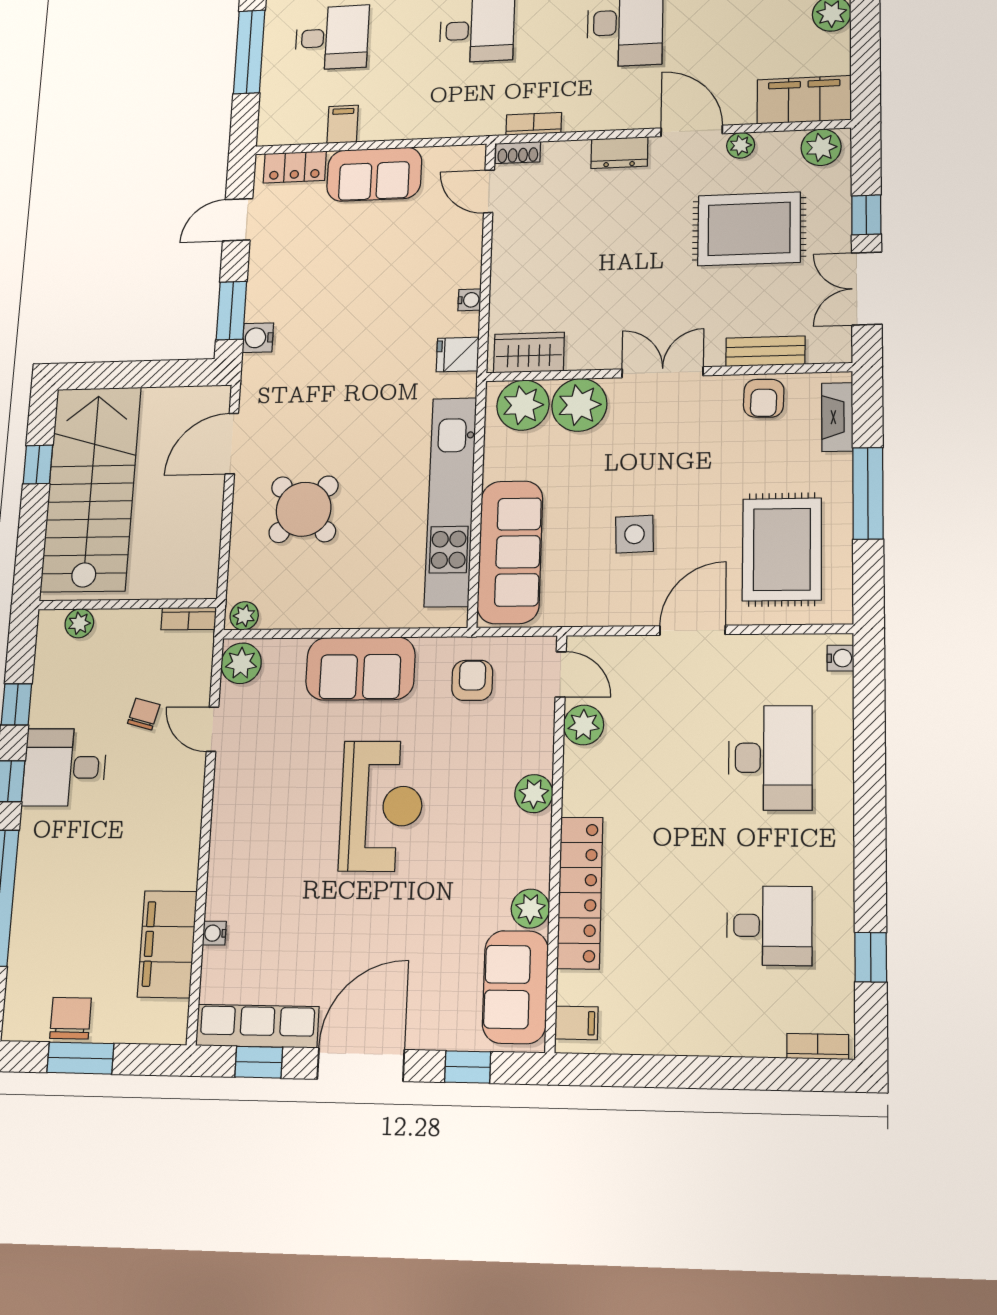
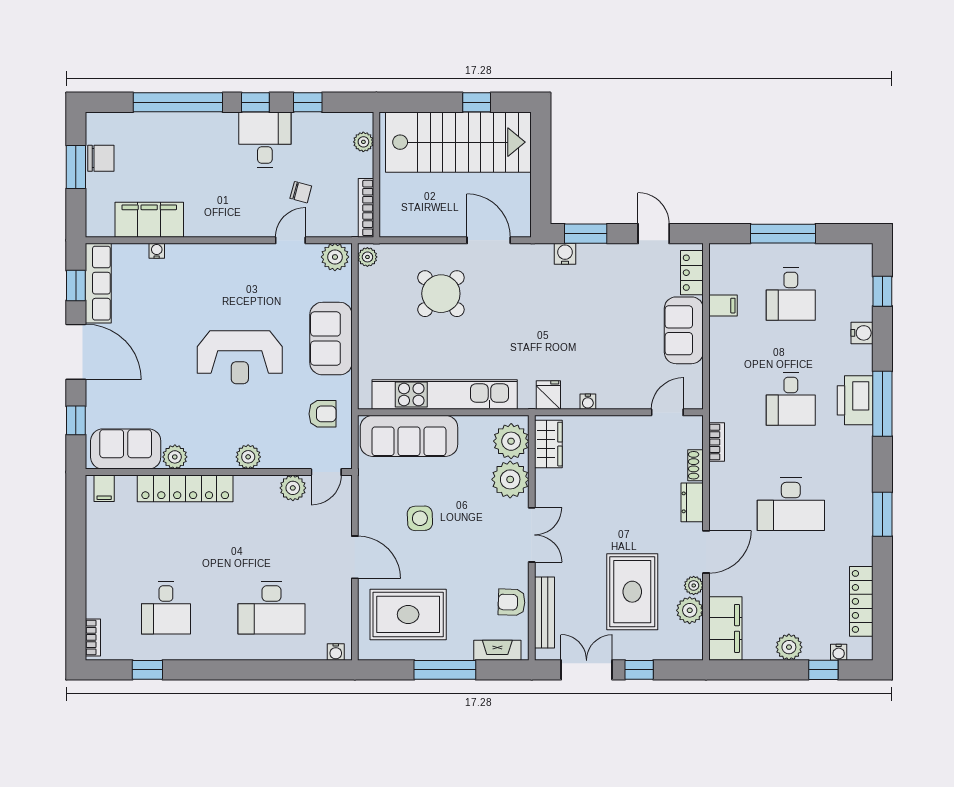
plant: (821, 147) -> (690, 610), moved
shoe rack: (518, 153) -> (696, 465), moved
bench: (765, 351) -> (544, 613), width x1.36
bookcase: (189, 619) -> (366, 208), width x1.56

